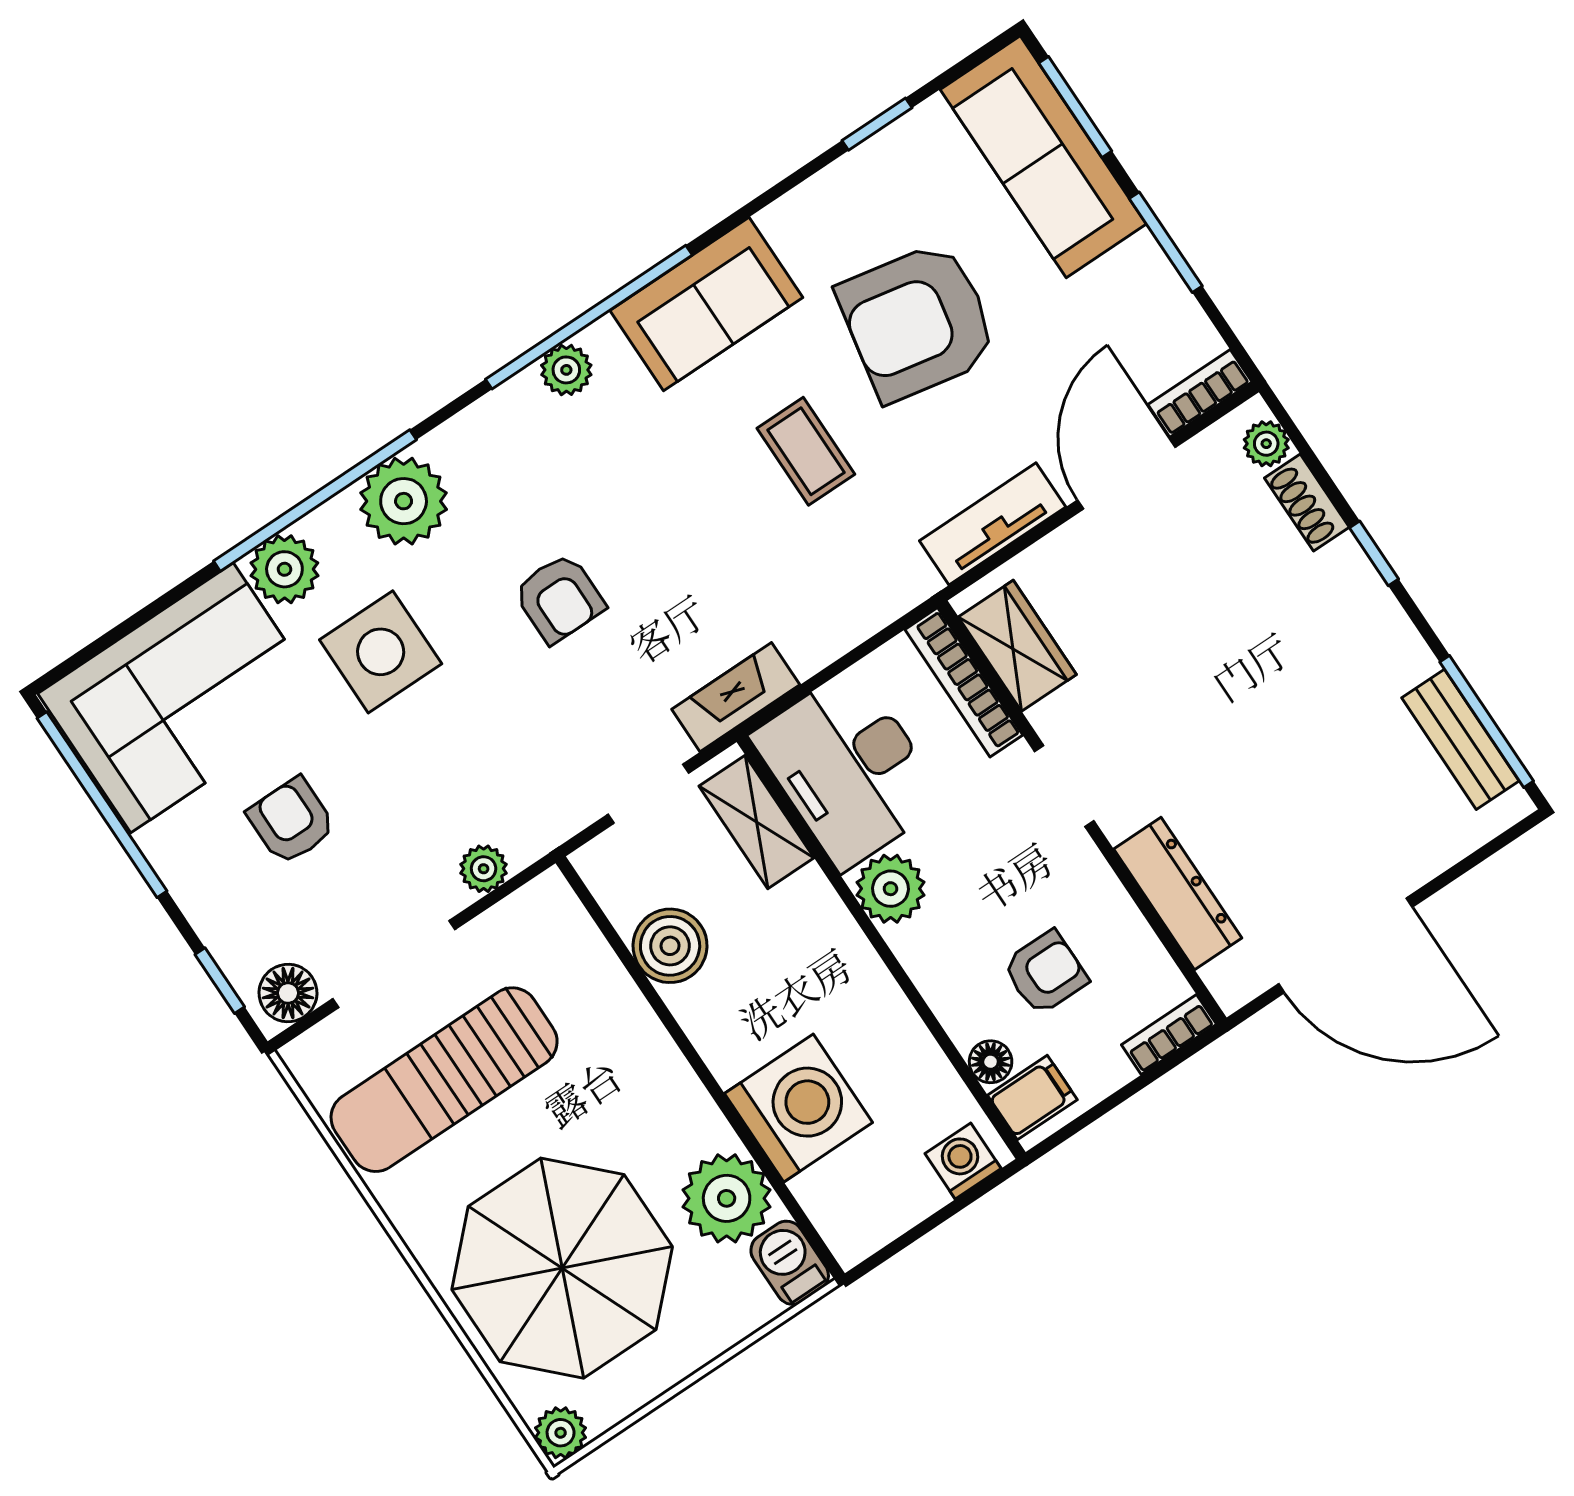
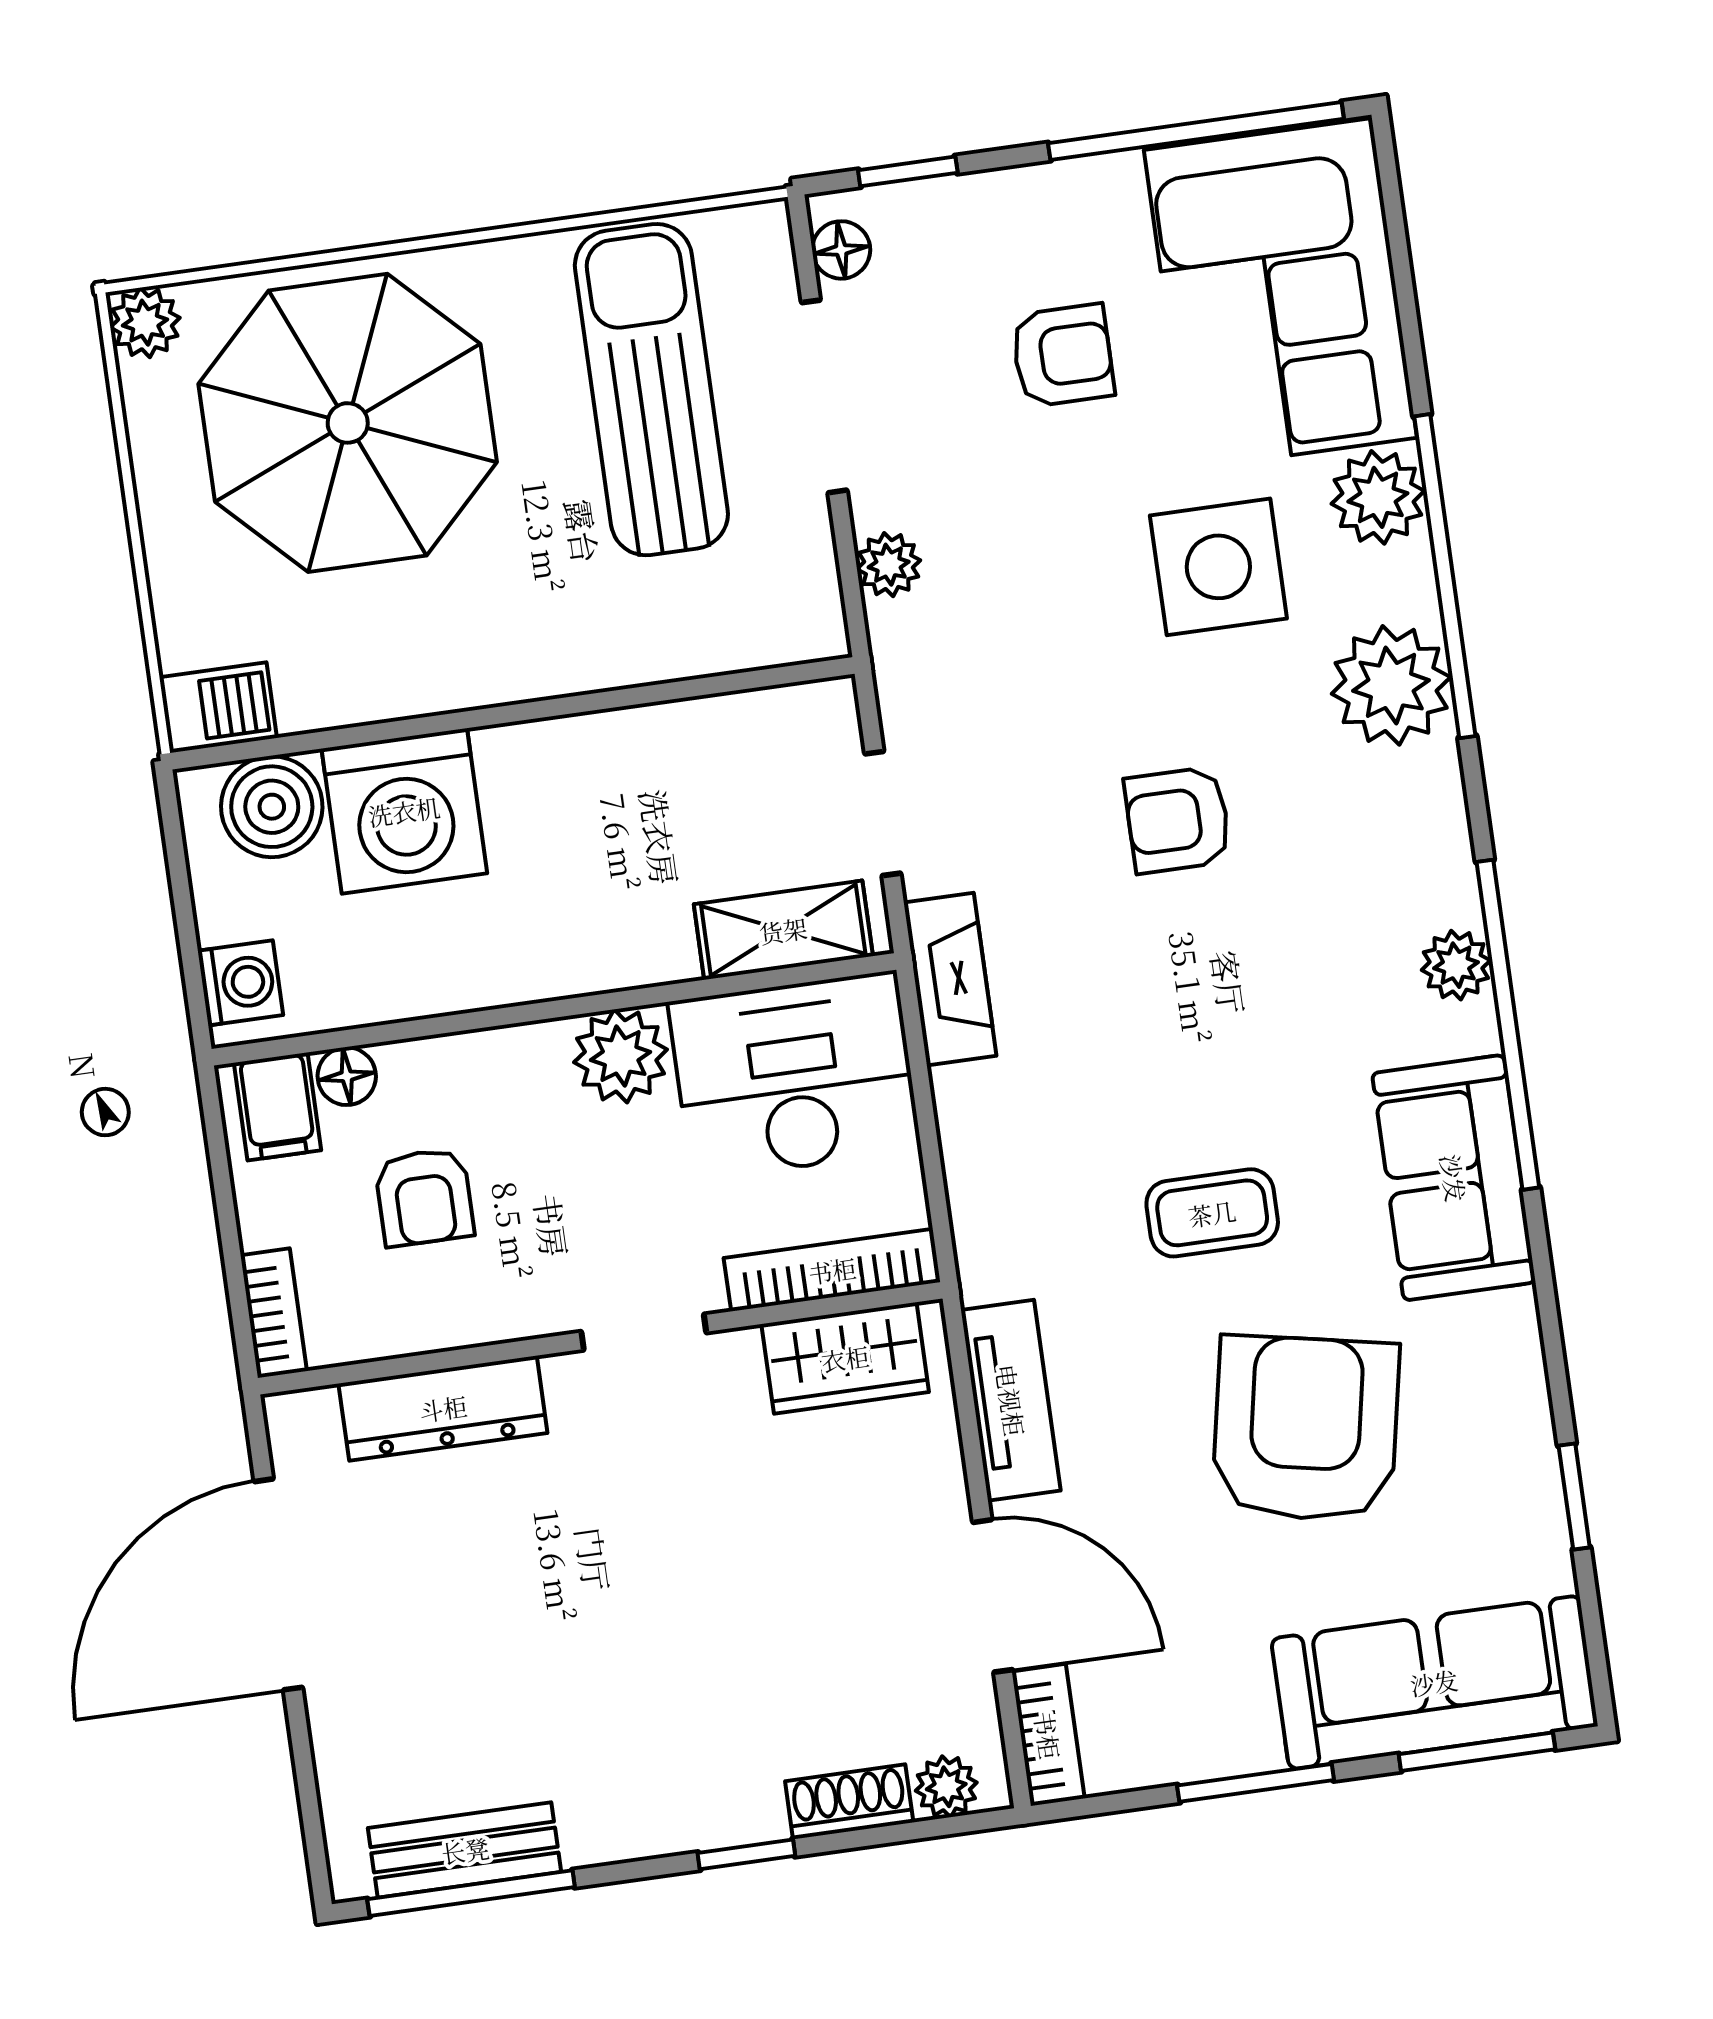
boiler: (670, 946) -> (272, 807), moved
floor lamp: (288, 993) -> (841, 250), width x0.73, depth x0.73
plant: (727, 1198) -> (336, 668), removed

